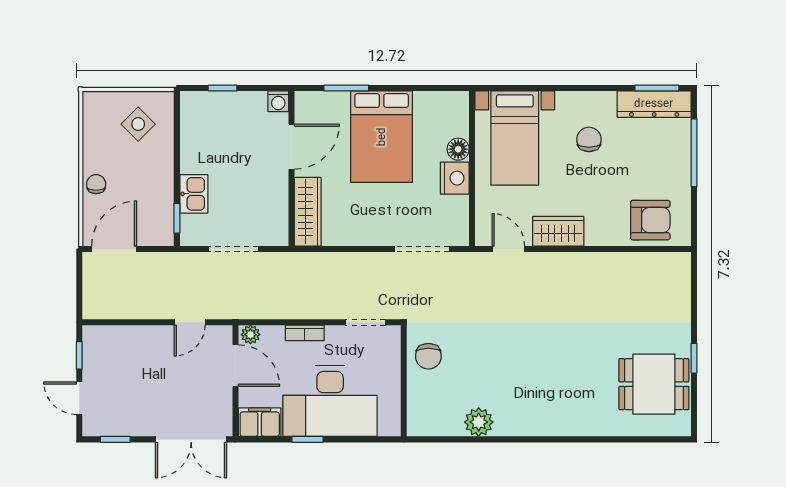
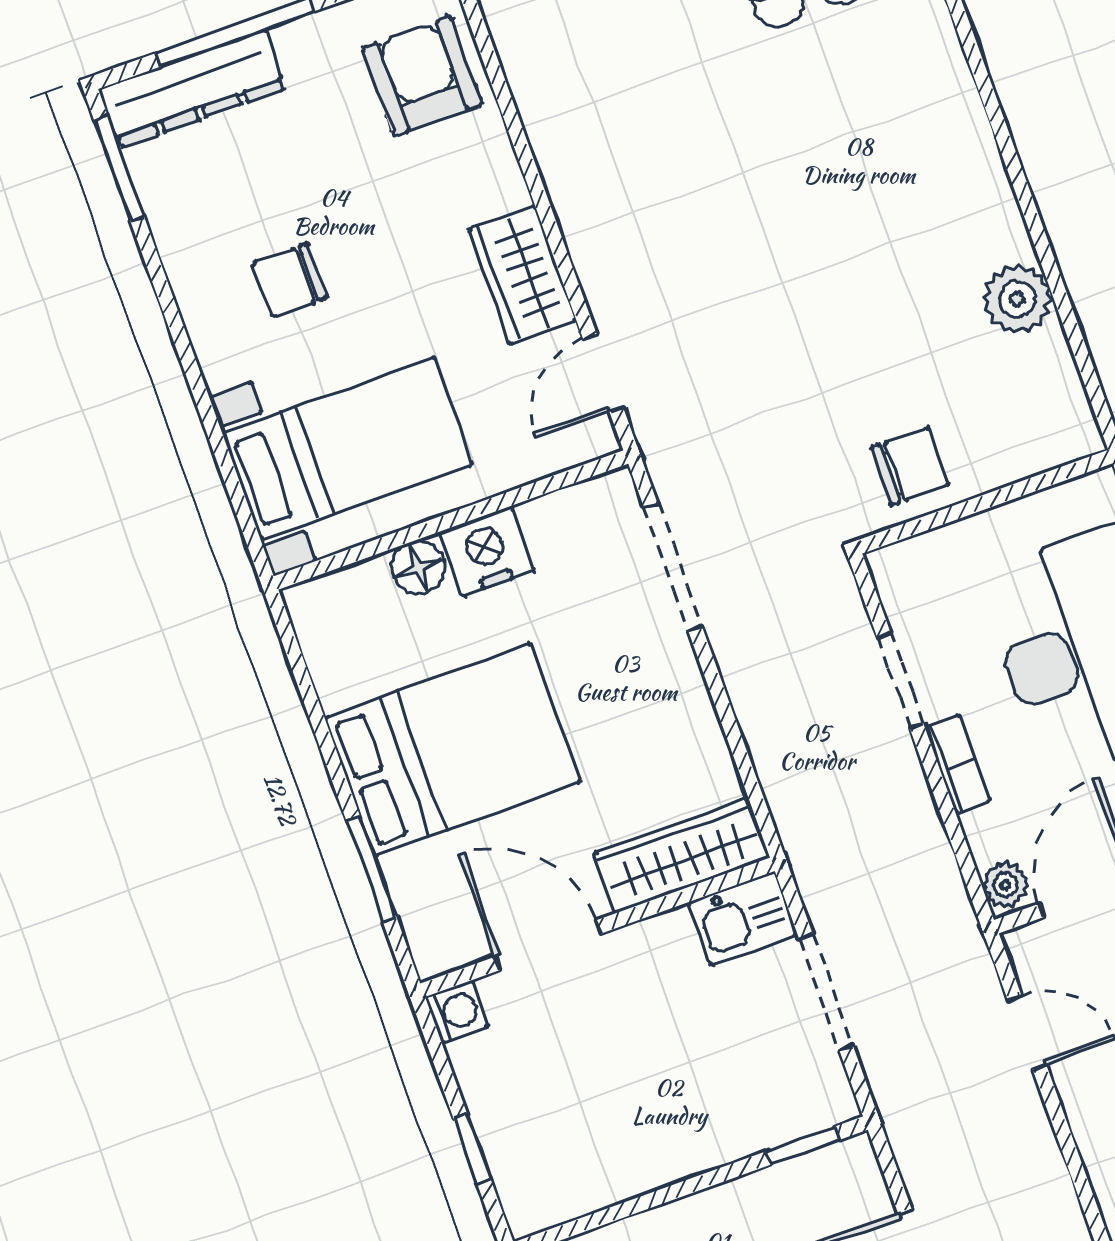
dresser: (654, 104) -> (192, 89), moved, turned 90
kitchen sink: (194, 194) -> (743, 918), moved, turned 180
doorway: (365, 322) -> (900, 680), moved

